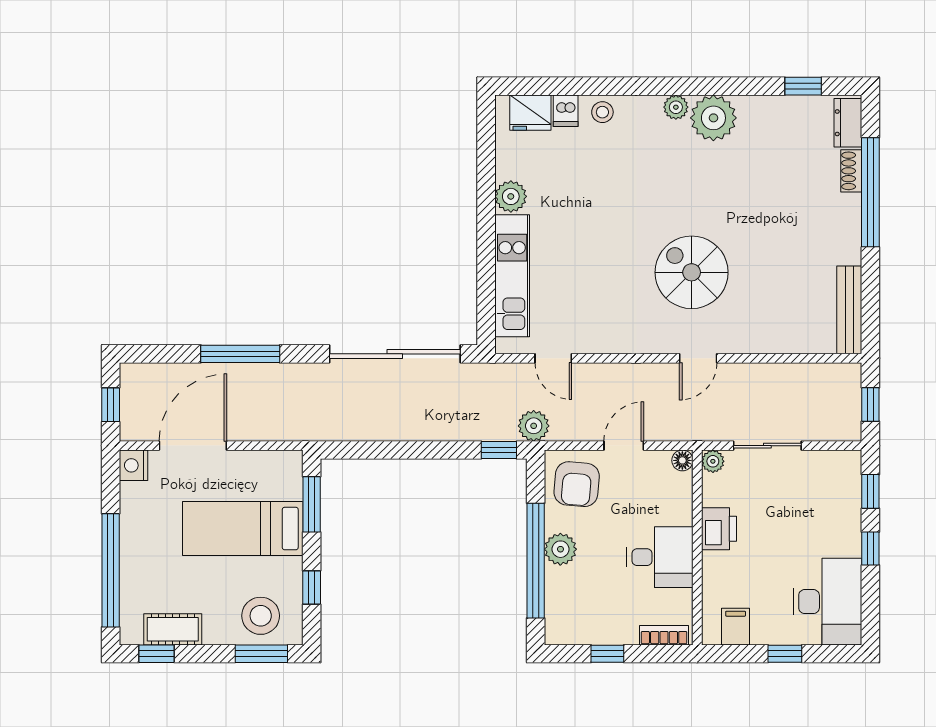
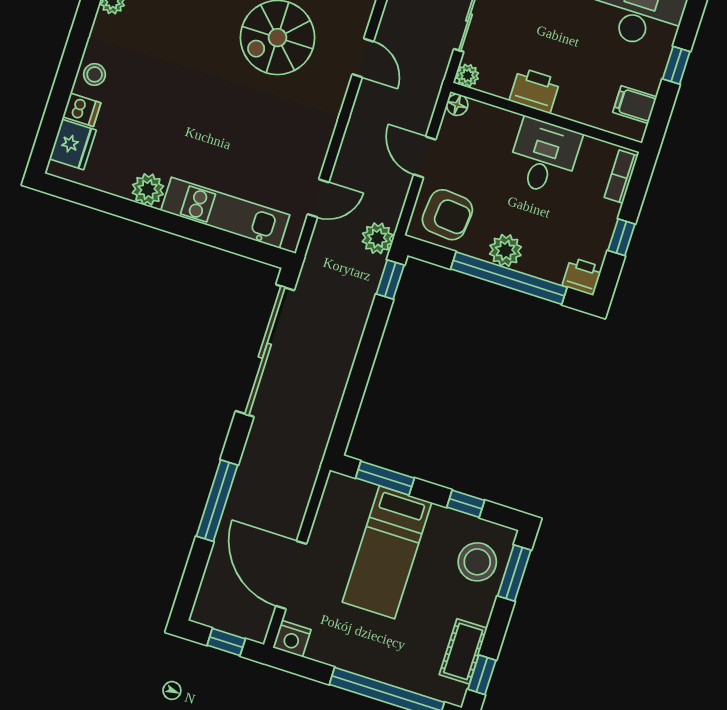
printer: (559, 629) -> (582, 276), added

